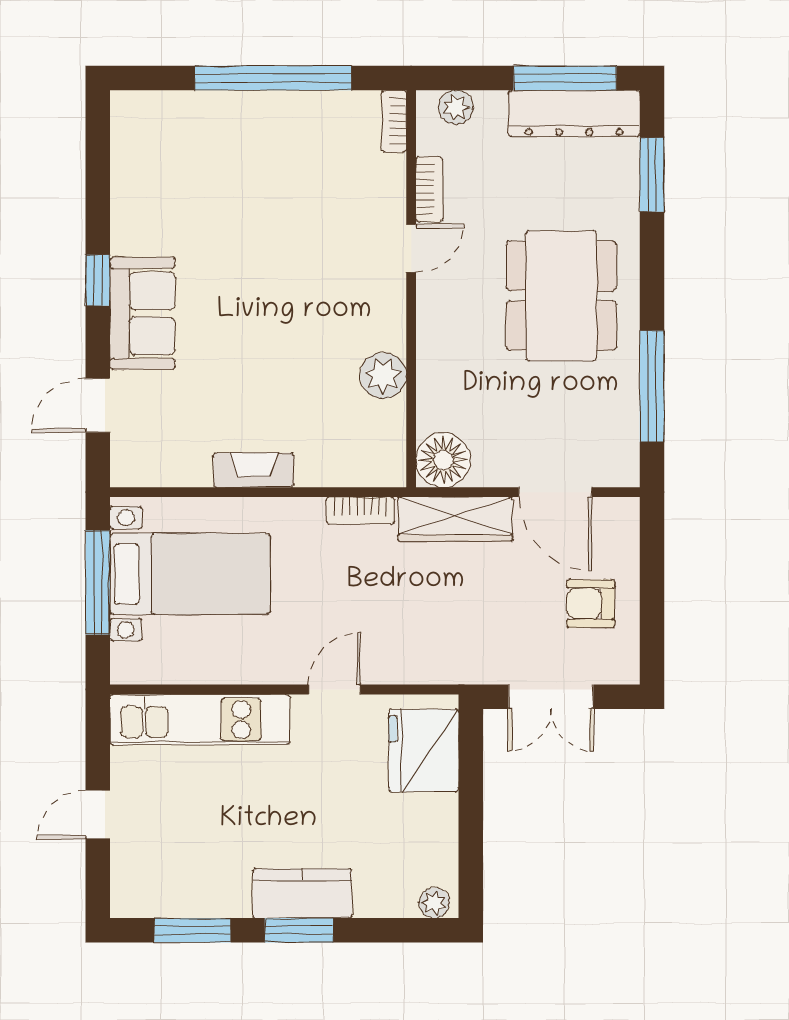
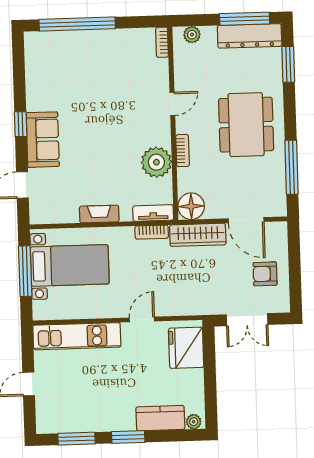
window: (273, 78) -> (77, 24), moved
bookcase: (429, 189) -> (183, 151), moved
plant: (383, 376) -> (156, 162), width x1.36, depth x1.36
tv unit: (365, 471) -> (153, 213), added
kitchen counter: (302, 893) -> (160, 418), moved

